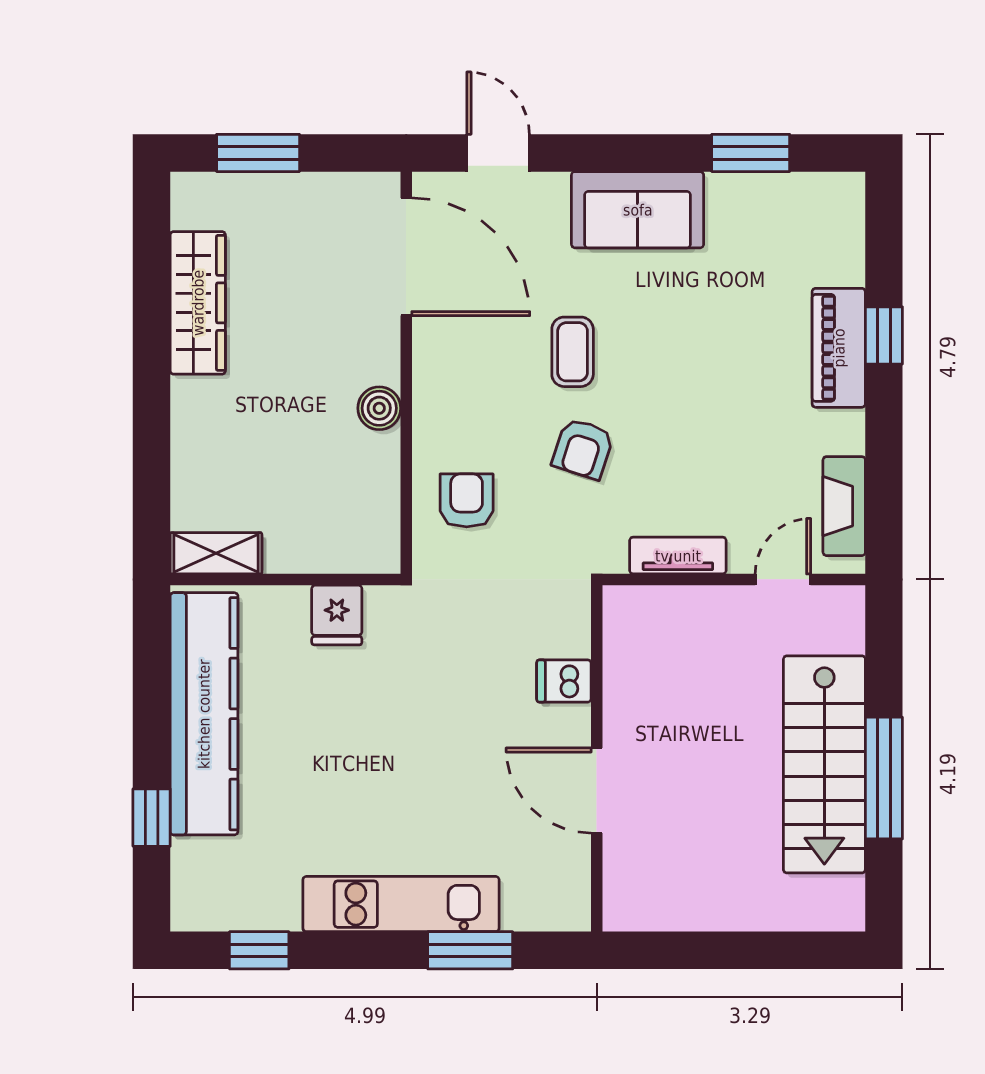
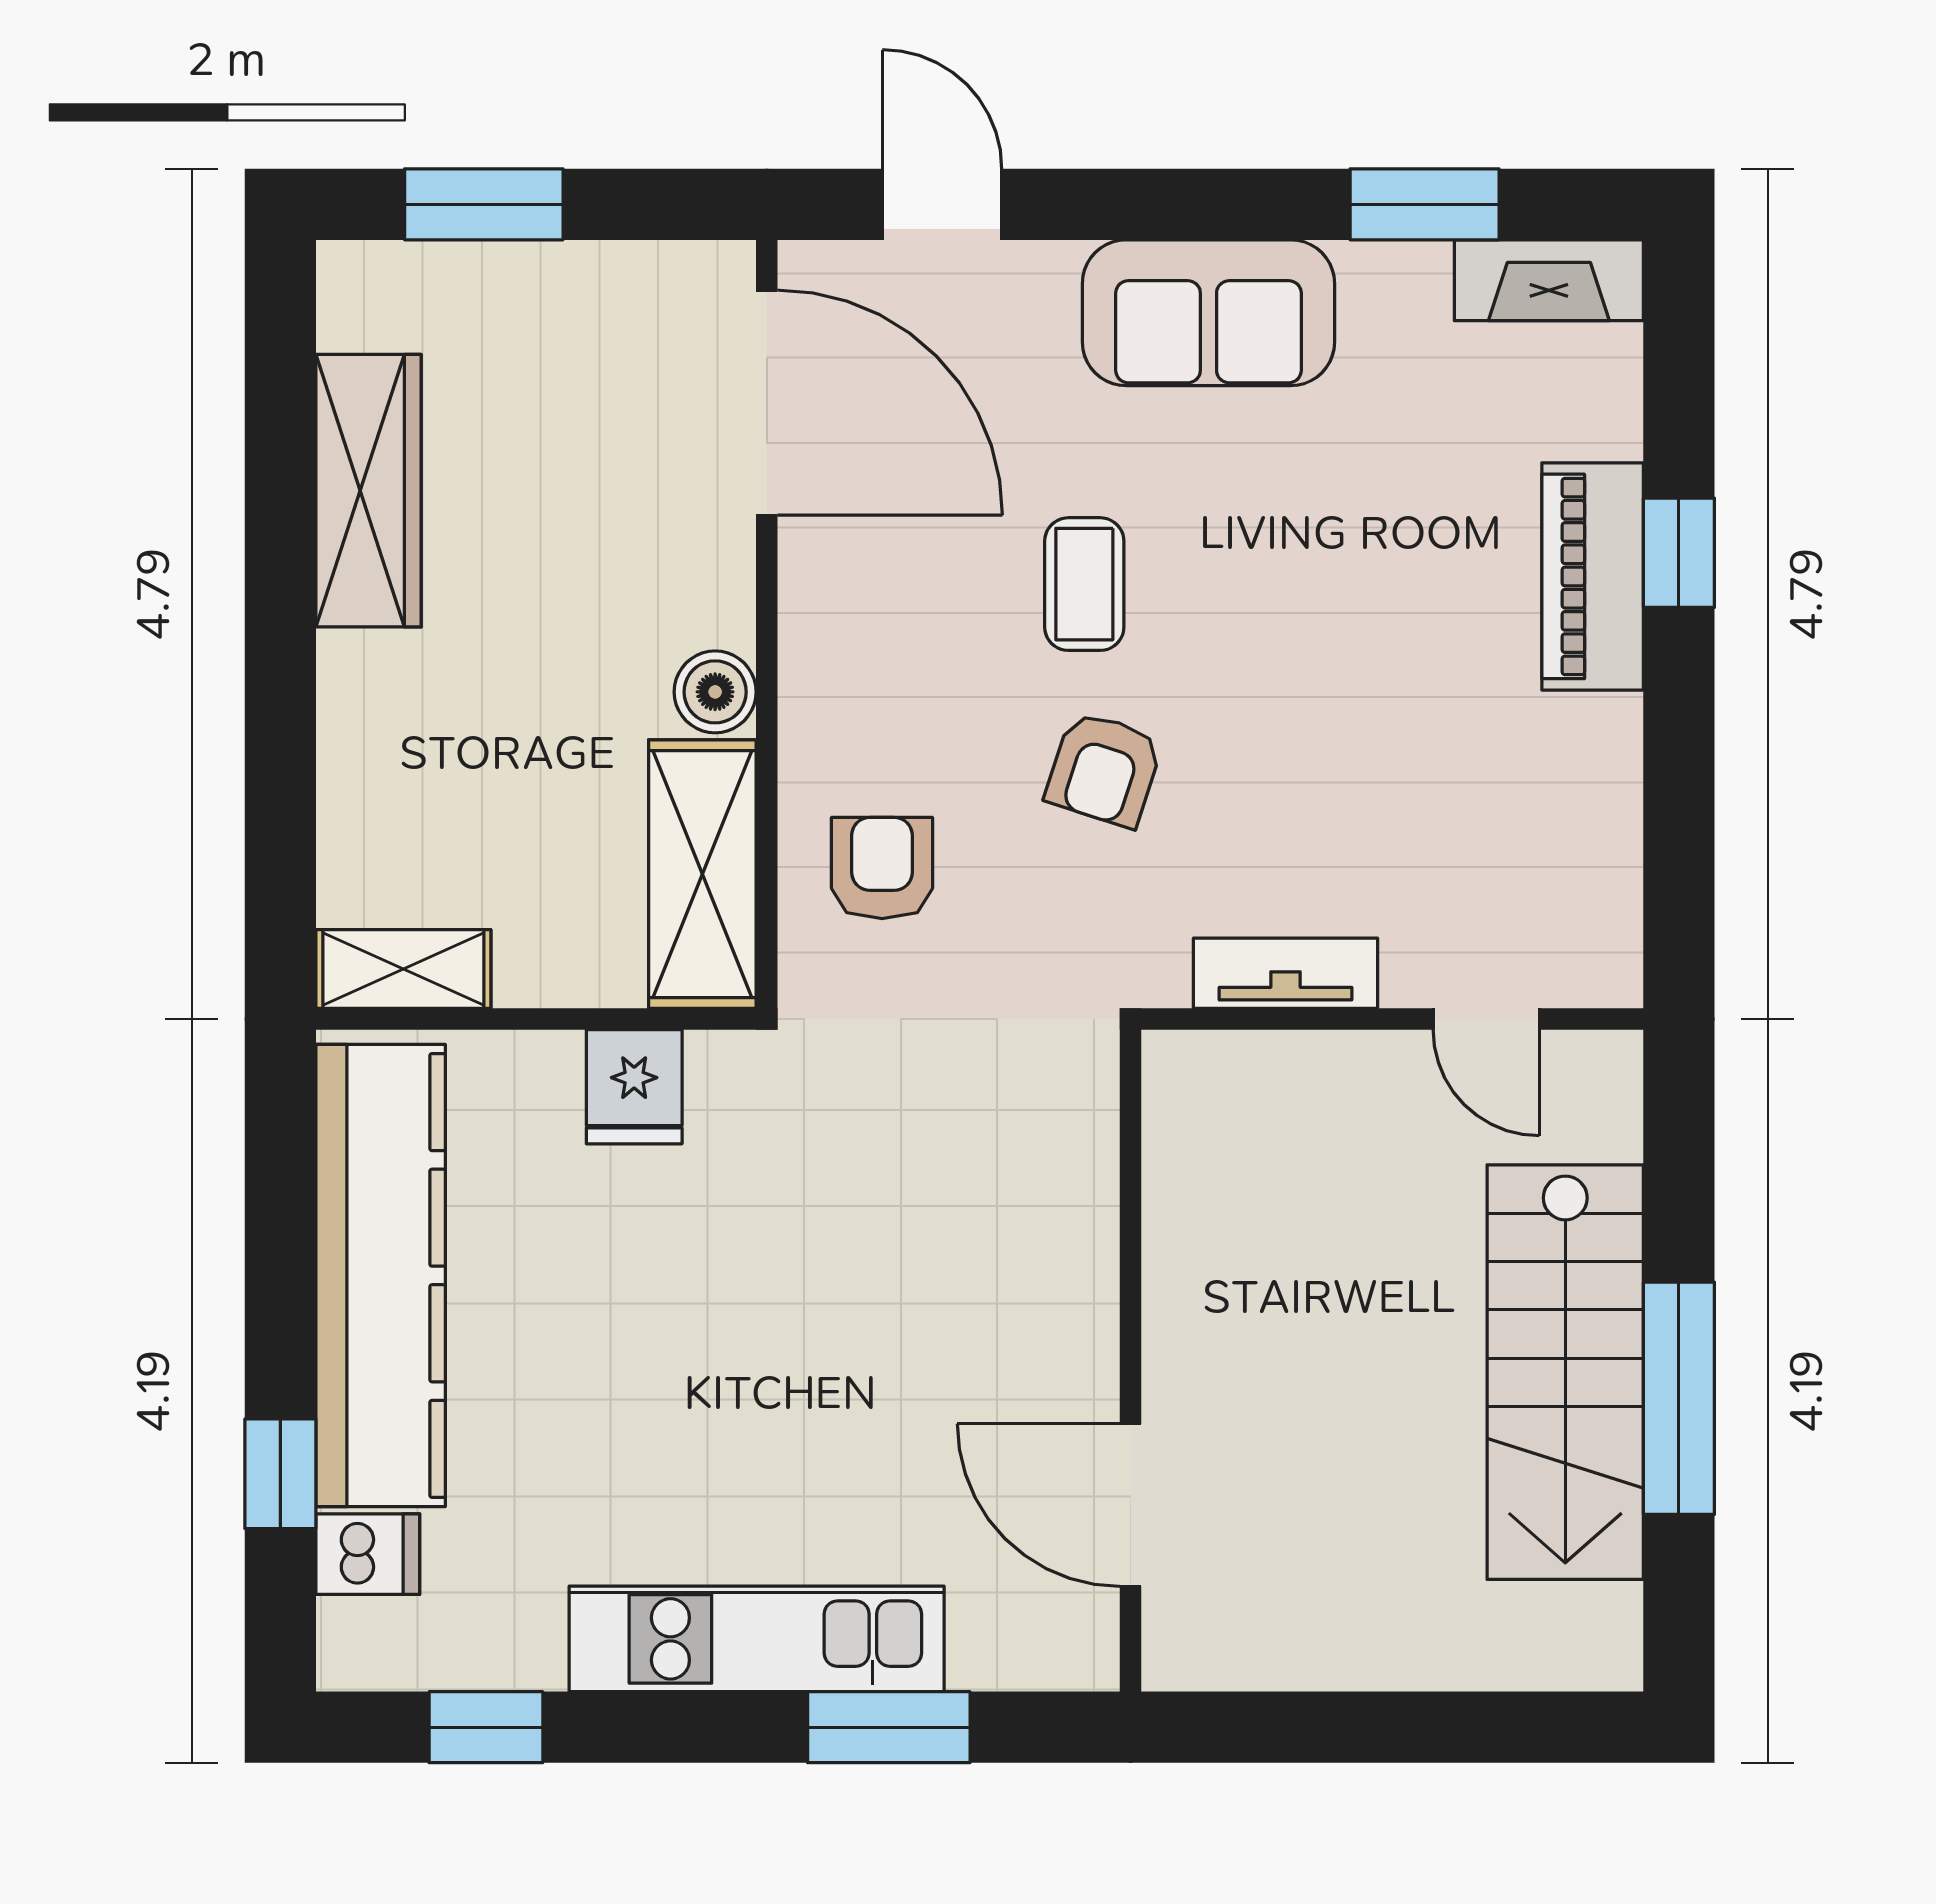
shelving: (373, 504) -> (702, 874), added
fireplace: (844, 506) -> (1549, 280), moved, turned -90
door: (783, 579) -> (1486, 1019), swing flipped
dishwasher: (564, 681) -> (368, 1554), moved, turned 180
door: (597, 790) -> (1131, 1505), moved

